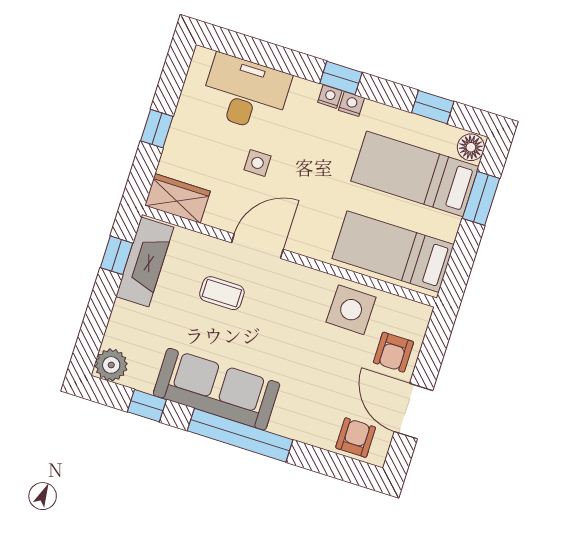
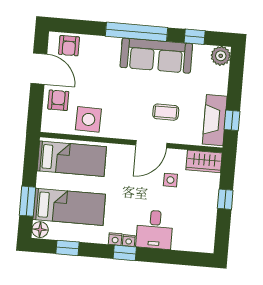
desk: (245, 93) -> (155, 230), moved, width x0.73
side table: (257, 163) -> (170, 180), moved

